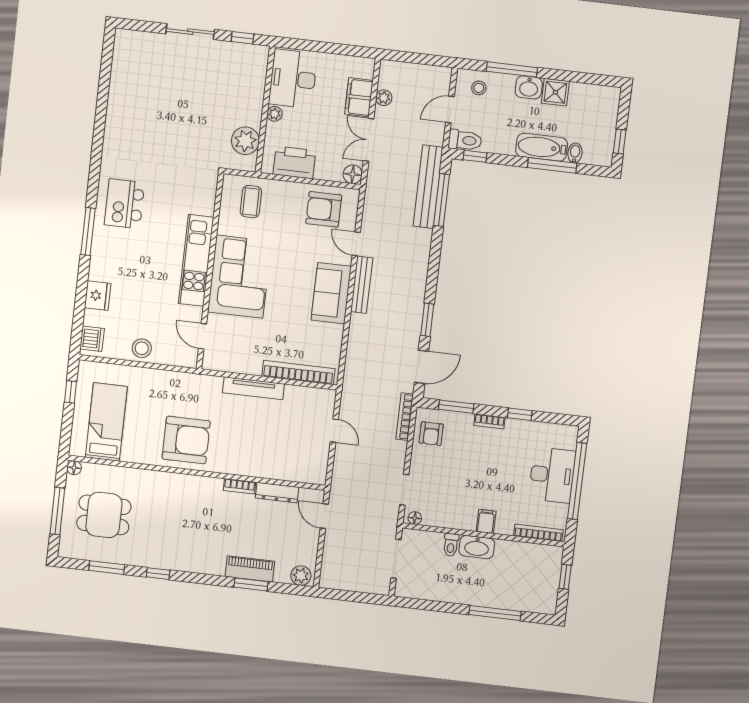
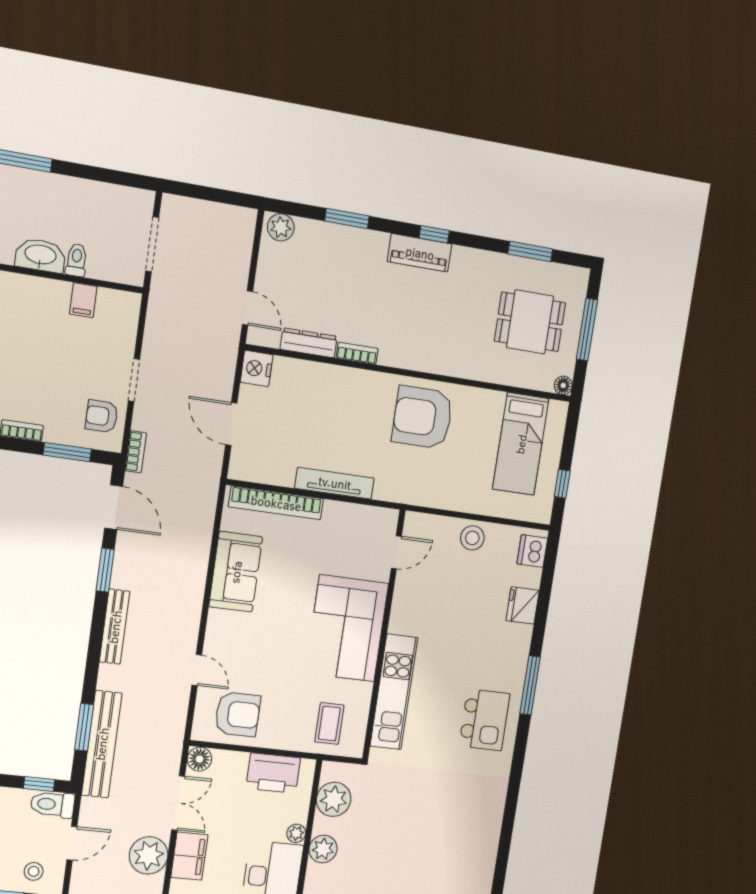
plant: (384, 98) -> (149, 855), width x1.87, depth x1.87
plant: (252, 101) -> (323, 849), added
window: (442, 200) -> (84, 727), width x0.69
kitchen unit: (196, 260) -> (394, 692), moved
bench: (362, 285) -> (115, 627), moved
sofa: (331, 293) -> (236, 572), moved
door: (203, 336) -> (396, 552), hinge flipped
door: (422, 367) -> (114, 507), swing flipped
bookcase: (405, 417) -> (136, 452), width x0.64
door: (334, 431) -> (231, 424), width x1.37
armchair: (431, 434) -> (102, 416), turned -90
nightstand: (316, 472) -> (257, 368), added
doorway: (404, 490) -> (134, 380), moved
floor lamp: (415, 518) -> (126, 300), removed
filing cabinet: (486, 521) -> (83, 300), moved
piano: (250, 569) -> (420, 253), moved
window: (158, 574) -> (434, 234), moved

